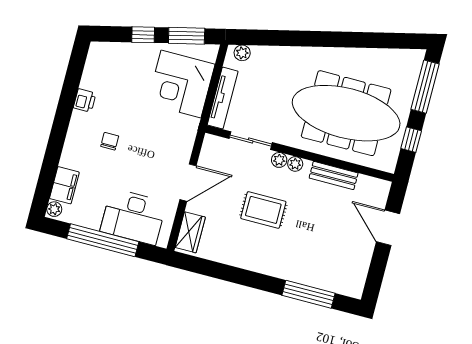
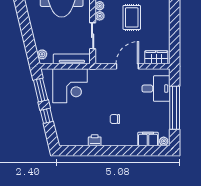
door: (188, 183) -> (127, 66), hinge flipped
desk: (133, 217) -> (156, 89), width x0.73

